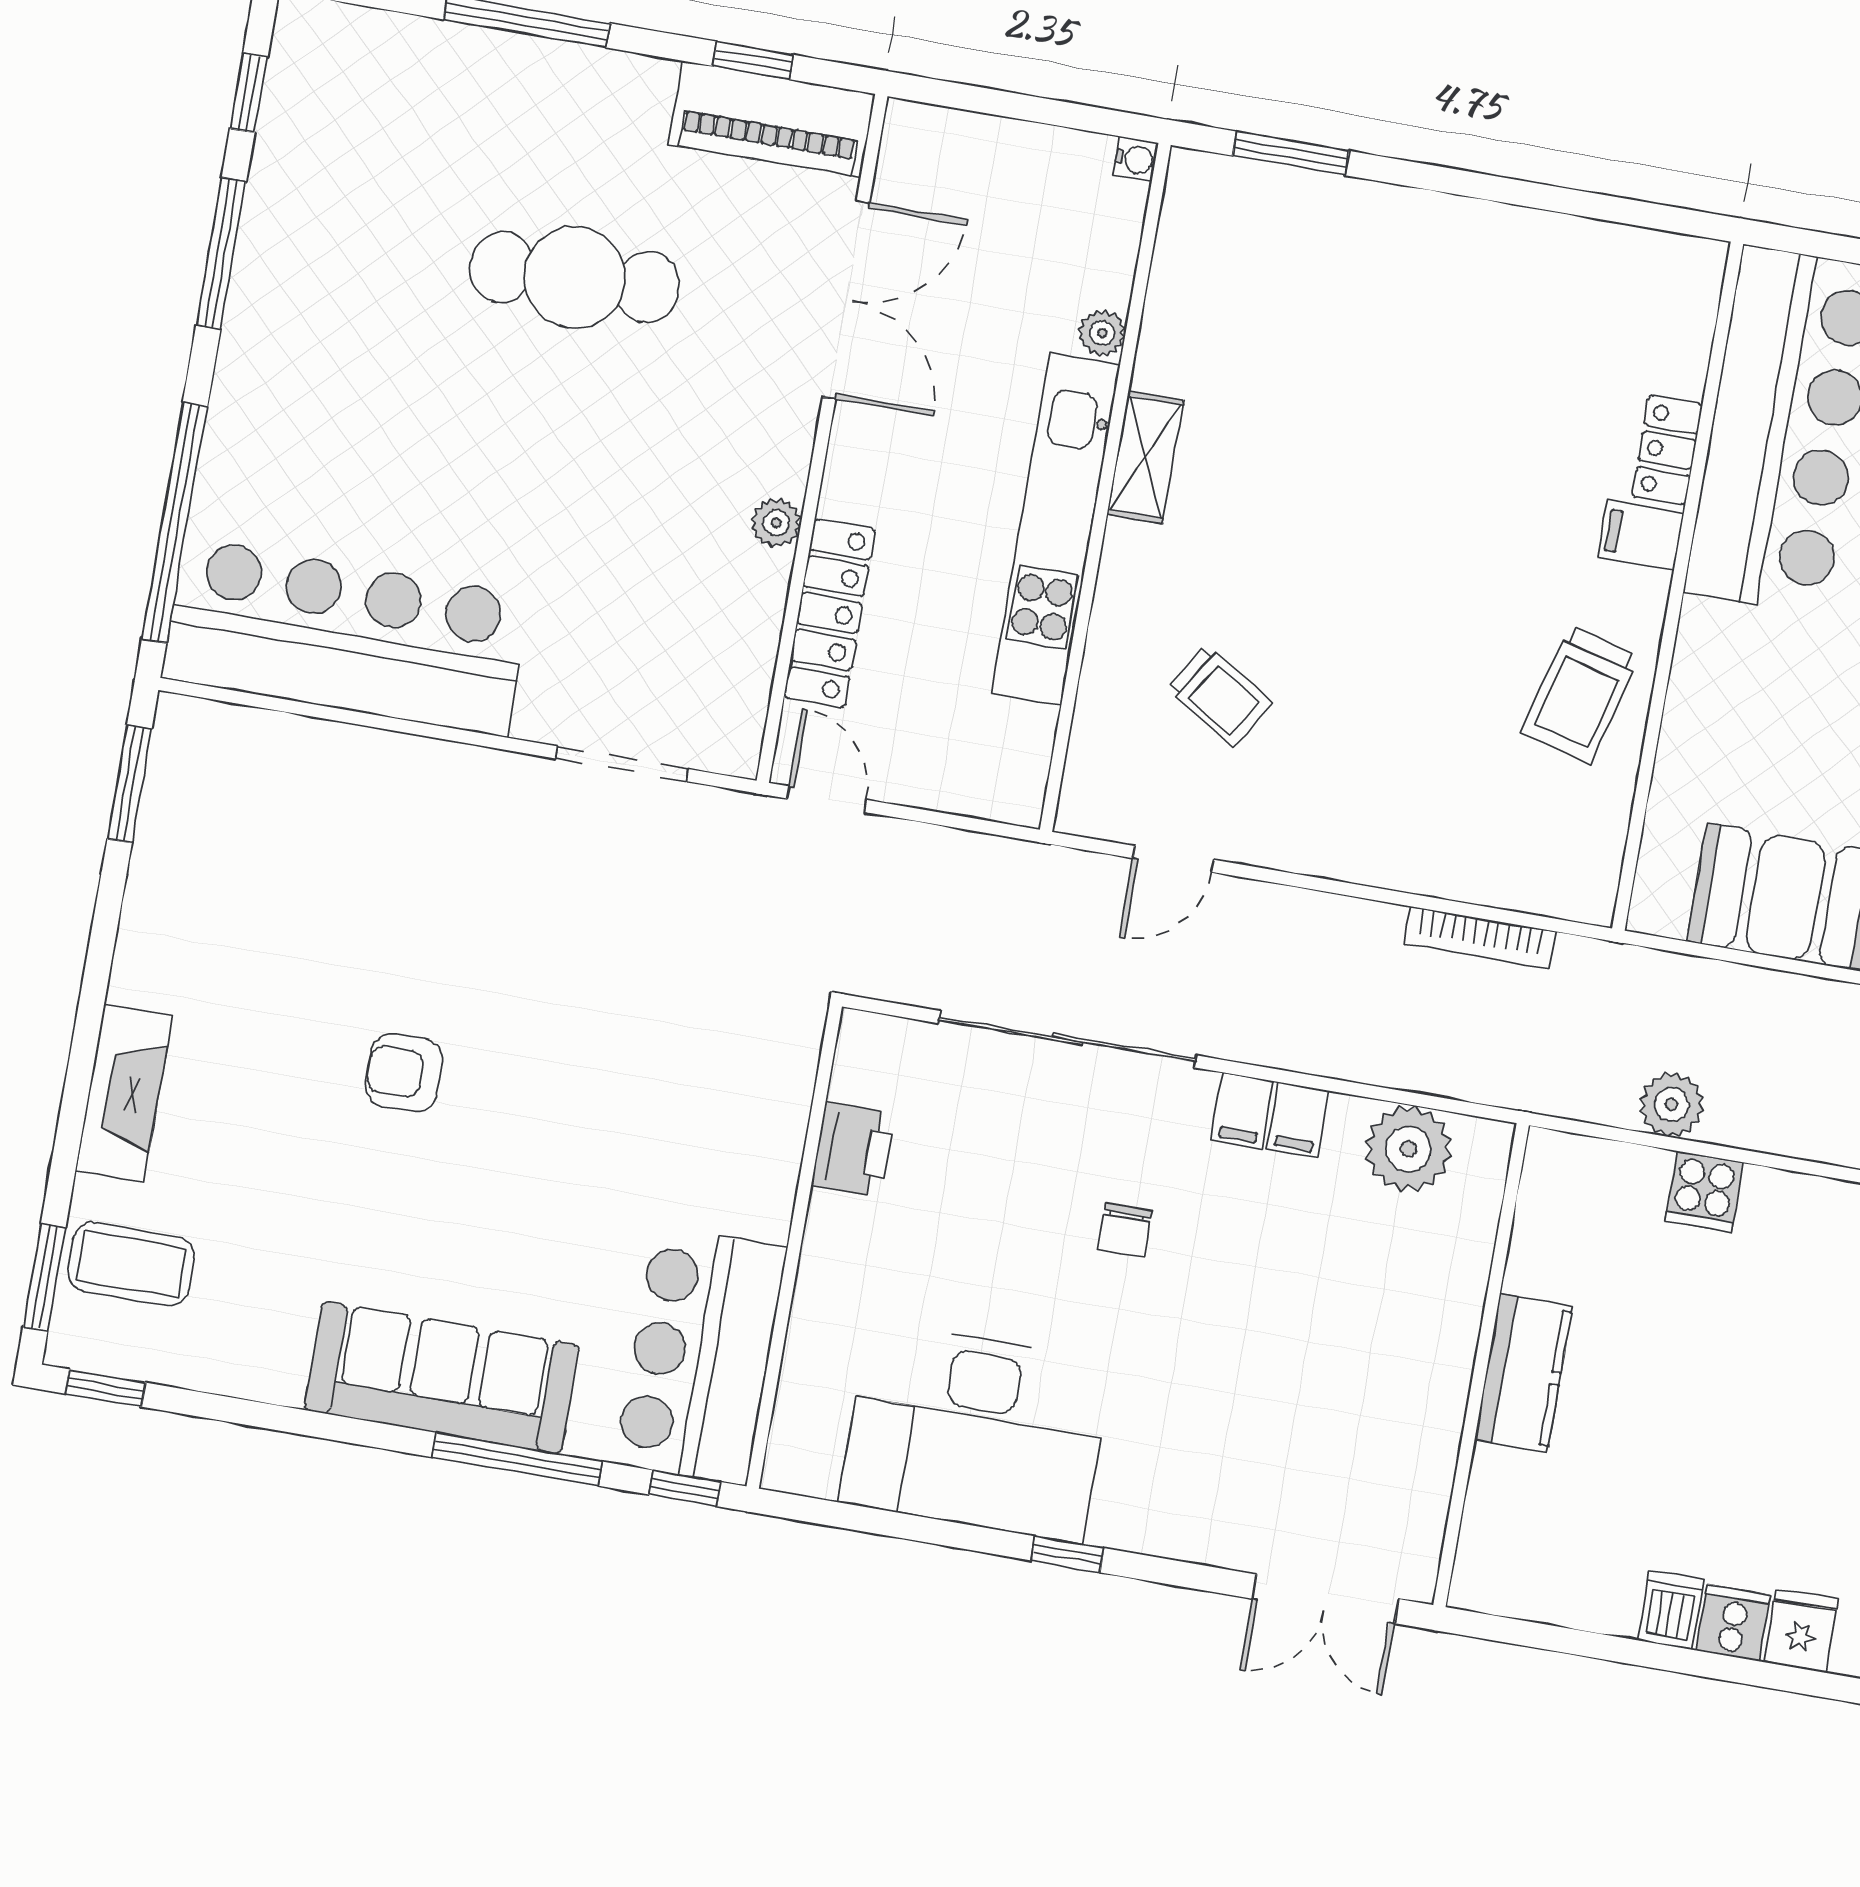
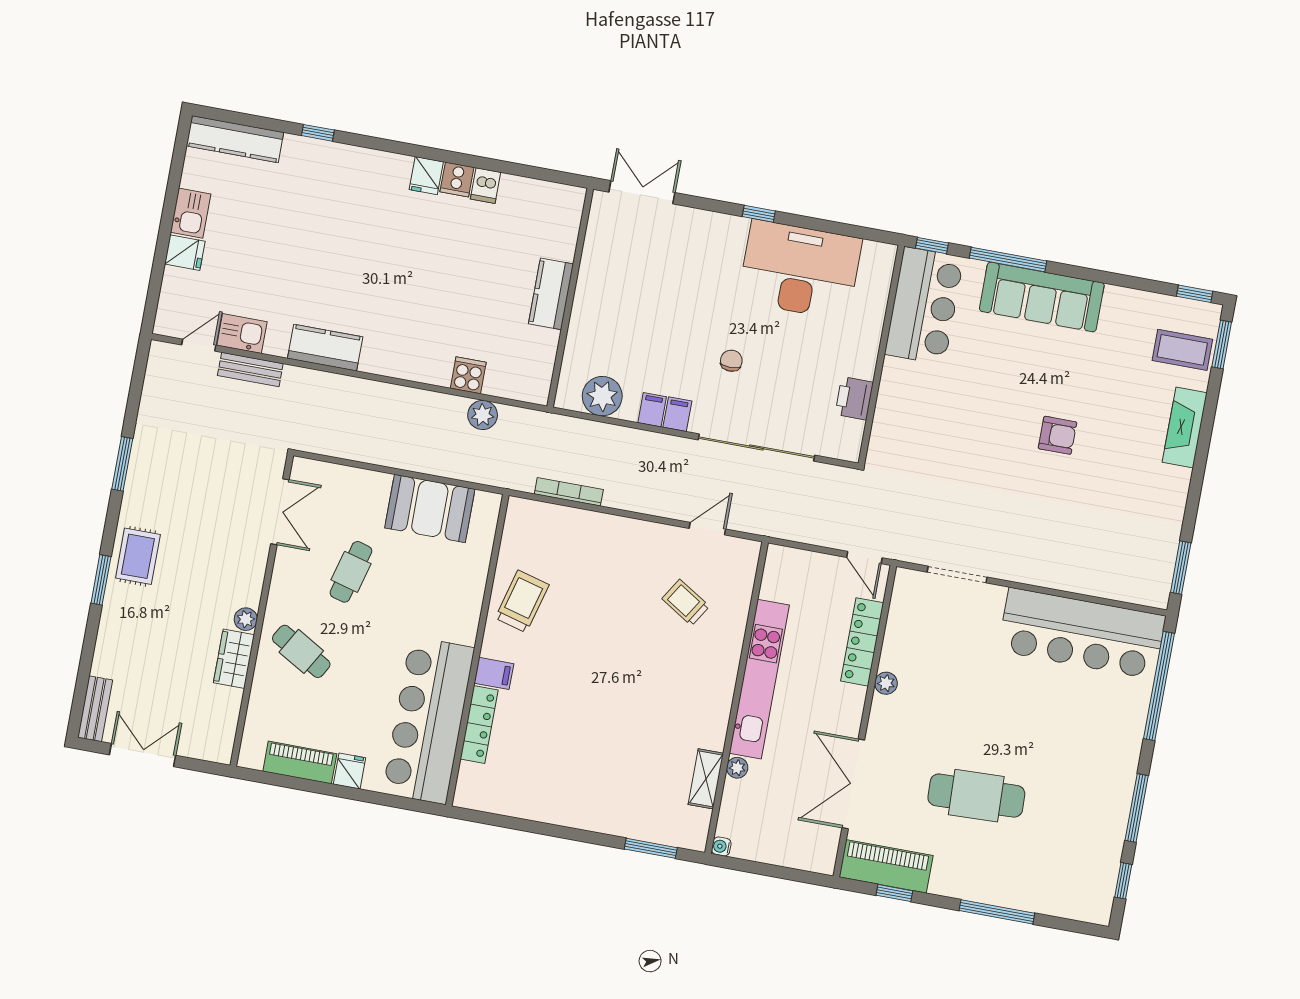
locker: (1667, 450) -> (479, 725), width x1.53
shelving: (1145, 457) -> (706, 779), moved

